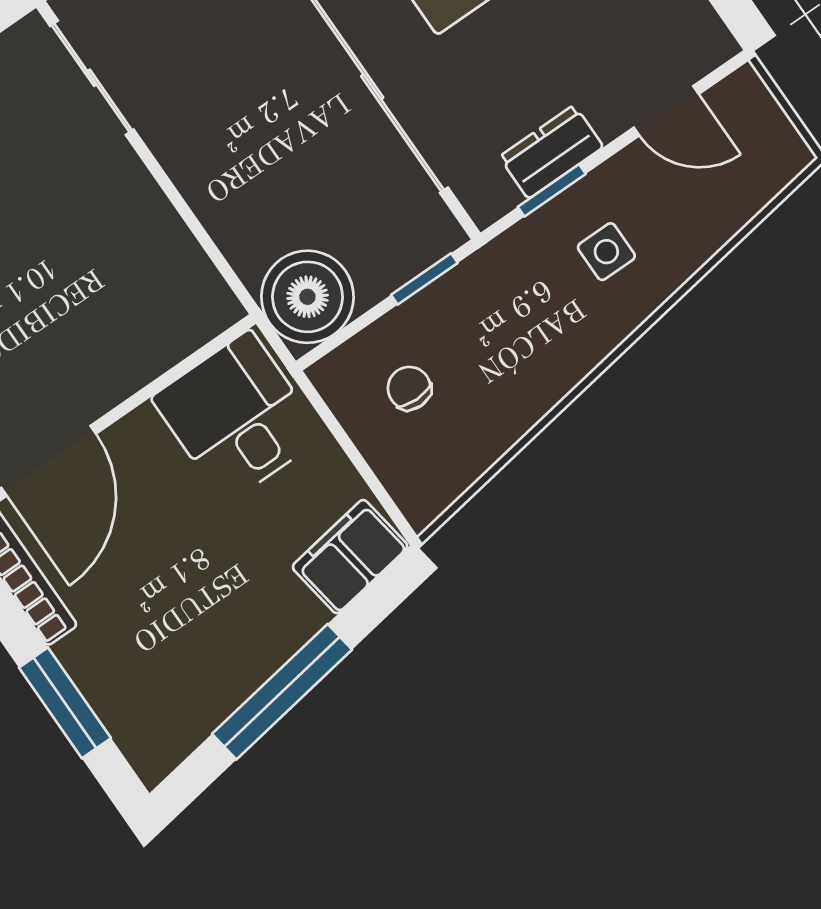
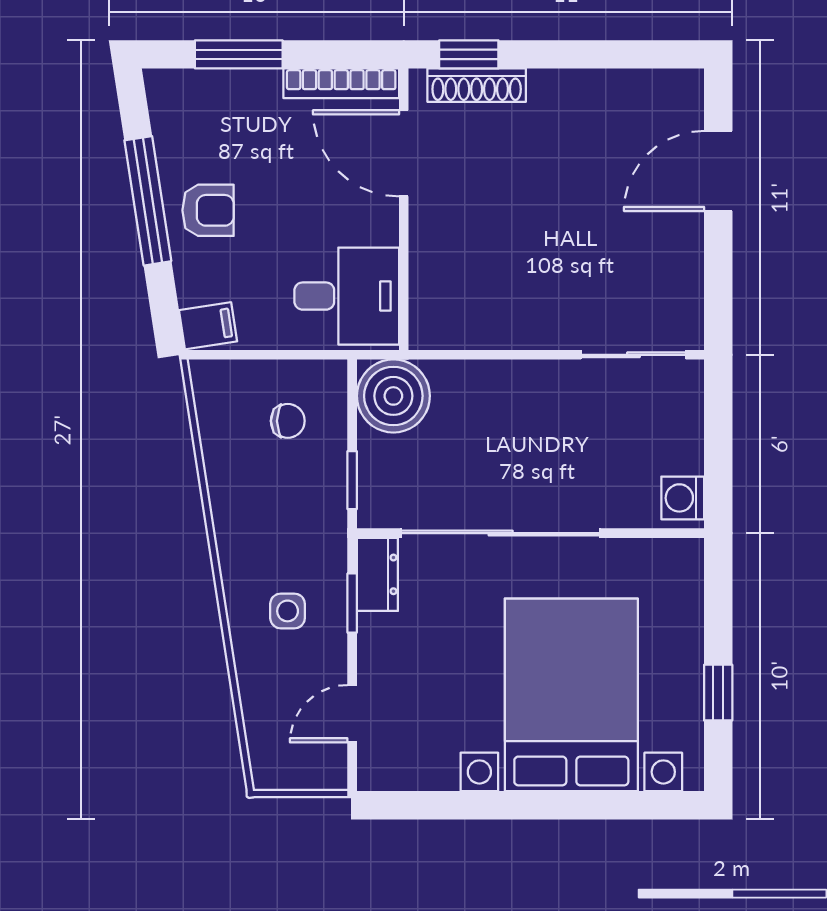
dresser: (551, 152) -> (377, 574), moved
filing cabinet: (350, 557) -> (208, 326), width x0.50
armchair: (249, 622) -> (208, 210), added

